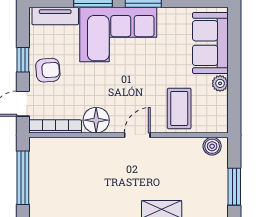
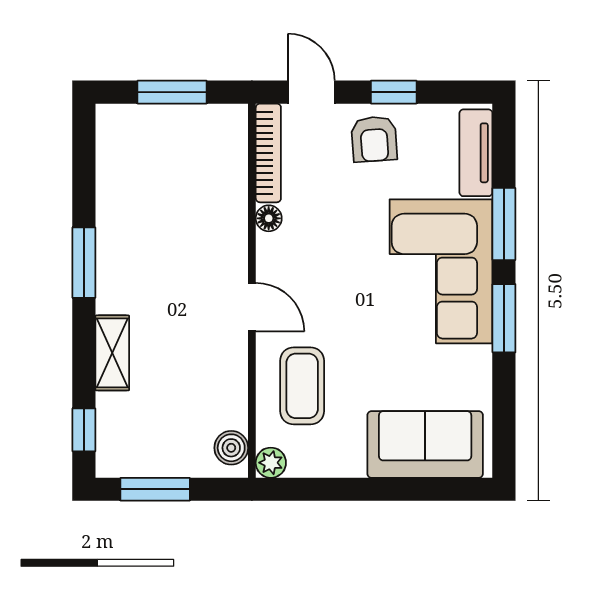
plant: (220, 83) -> (271, 463), moved
coffee table: (179, 108) -> (302, 386), turned 90
floor lamp: (96, 120) -> (269, 218), width x0.53, depth x0.53
window: (23, 178) -> (172, 92), width x0.69

